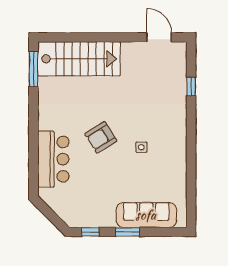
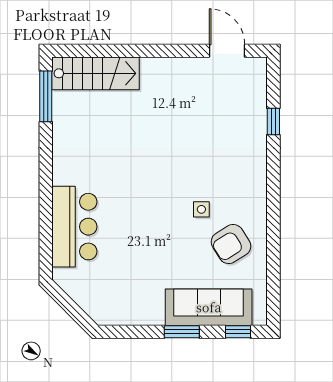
stairs: (79, 59) -> (96, 73), width x0.73, depth x0.66
armchair: (101, 137) -> (231, 244), moved
window: (90, 232) -> (238, 332), moved

